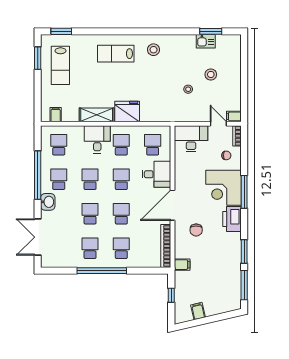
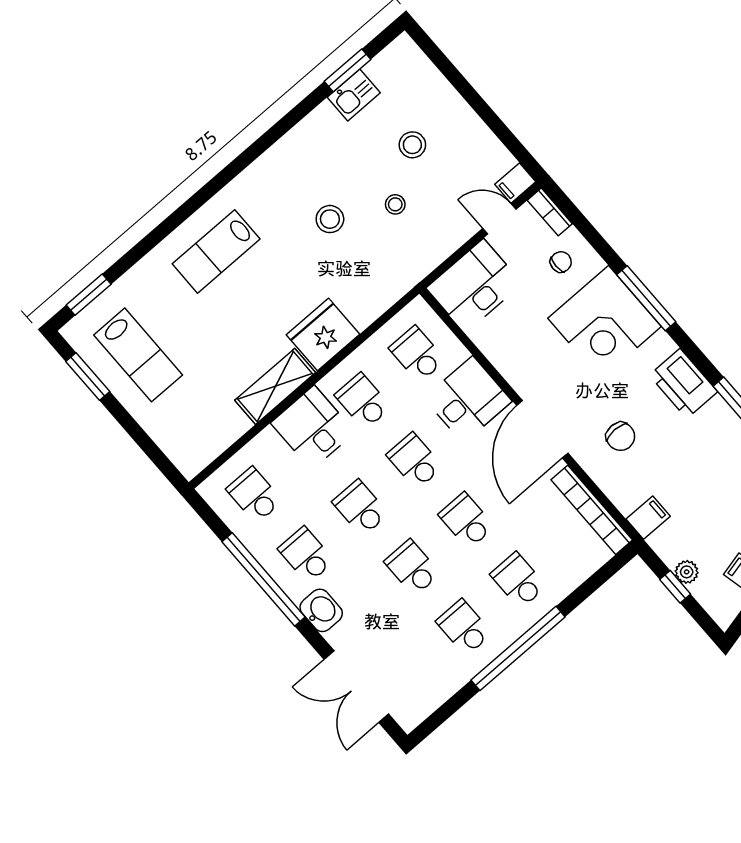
stool: (154, 50) -> (330, 219), moved
filing cabinet: (56, 115) -> (204, 447), removed
printer: (232, 219) -> (683, 383), moved
plant: (179, 294) -> (687, 572), added

